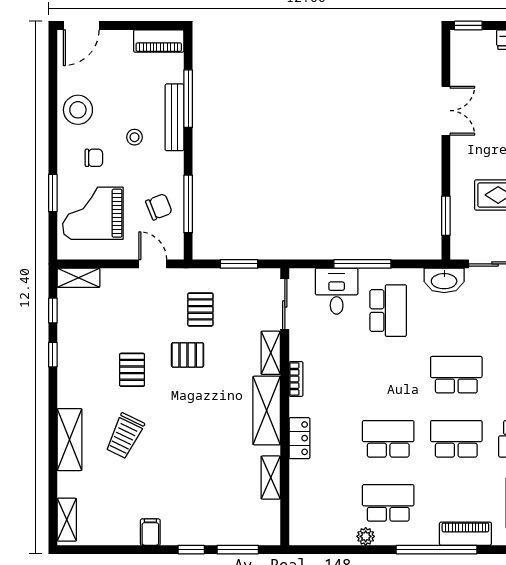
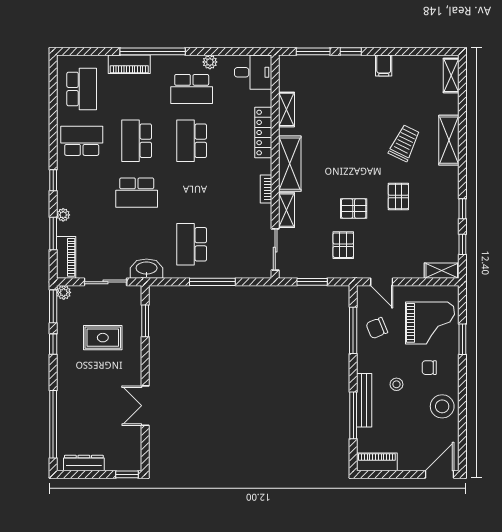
desk: (337, 291) -> (253, 72), moved, turned -90
locker: (299, 438) -> (263, 133), width x1.53
school desk: (388, 439) -> (192, 141), turned 90
school desk: (456, 439) -> (137, 141), turned 90

